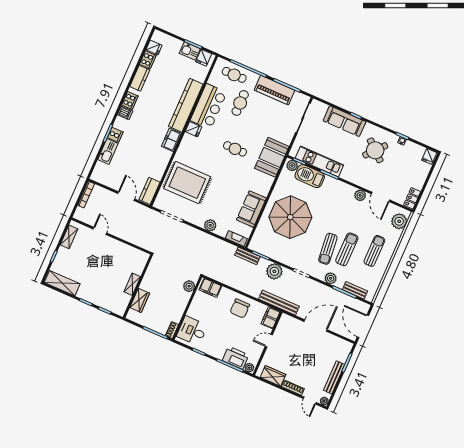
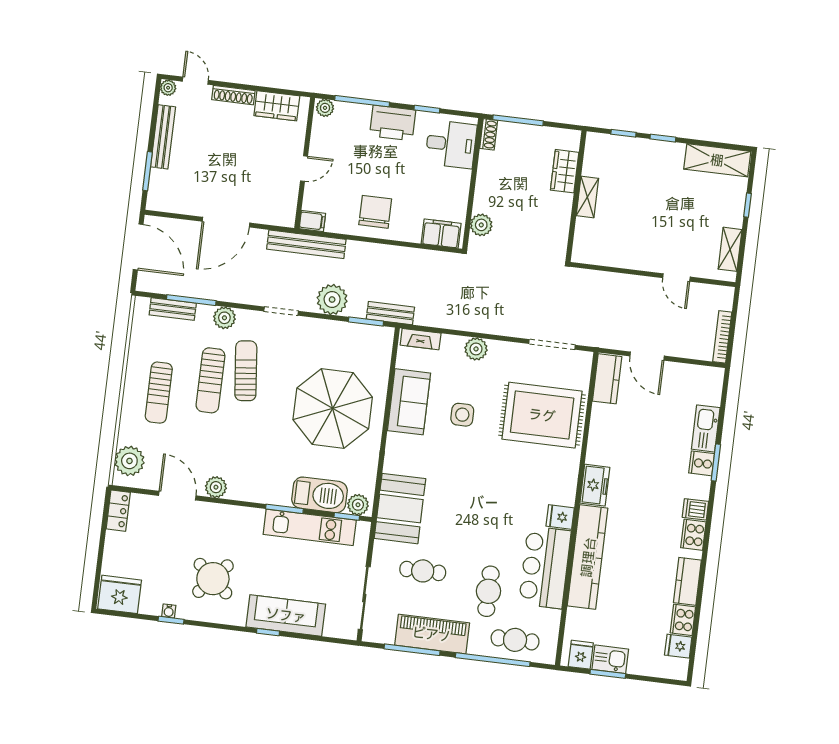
cafe table: (235, 149) -> (423, 571), moved
fridge: (429, 156) -> (120, 594), width x1.88, depth x1.34
side table: (227, 195) -> (462, 415), added
filing cabinet: (271, 318) -> (312, 221), width x0.50
printer: (236, 358) -> (393, 123), moved

